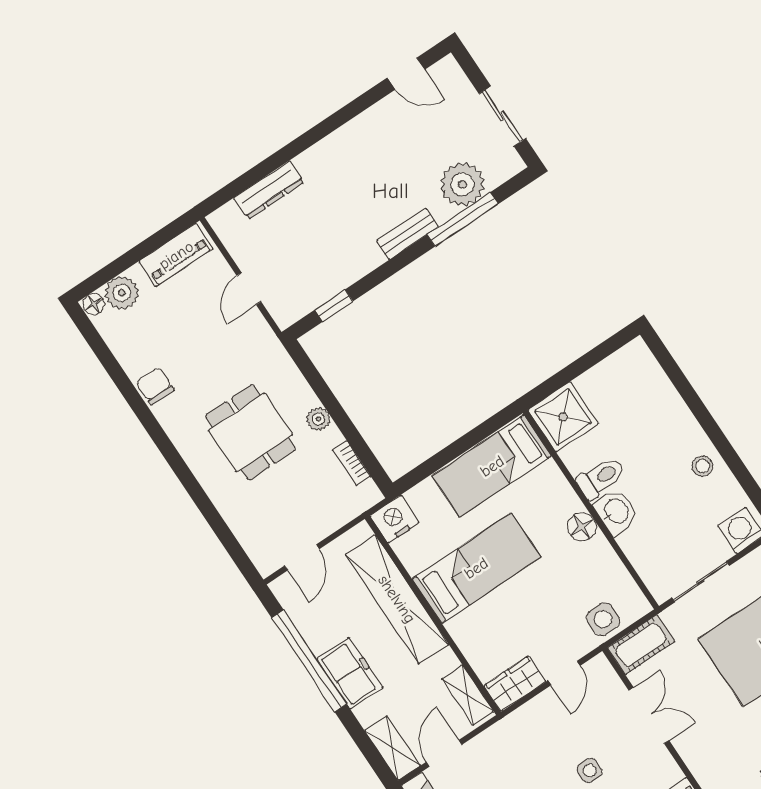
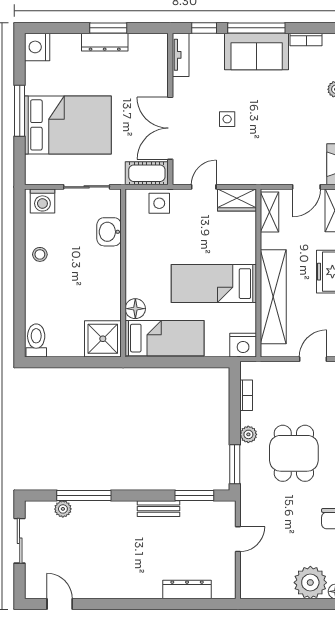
plant: (462, 184) -> (63, 509), width x0.53, depth x0.53
bench: (408, 234) -> (159, 509), moved
piano: (176, 255) -> (268, 588), removed
plant: (122, 293) -> (310, 583), width x1.36, depth x1.36
window: (334, 306) -> (194, 495), width x1.50
window: (311, 374) -> (235, 464), added
toilet: (601, 478) -> (36, 340), moved, turned 90
washbasin: (616, 512) -> (109, 232), moved
floor lamp: (582, 527) -> (135, 309), moved
double door: (649, 715) -> (170, 128), width x1.37

